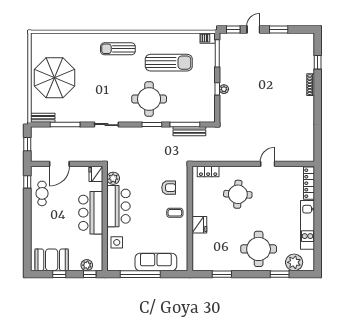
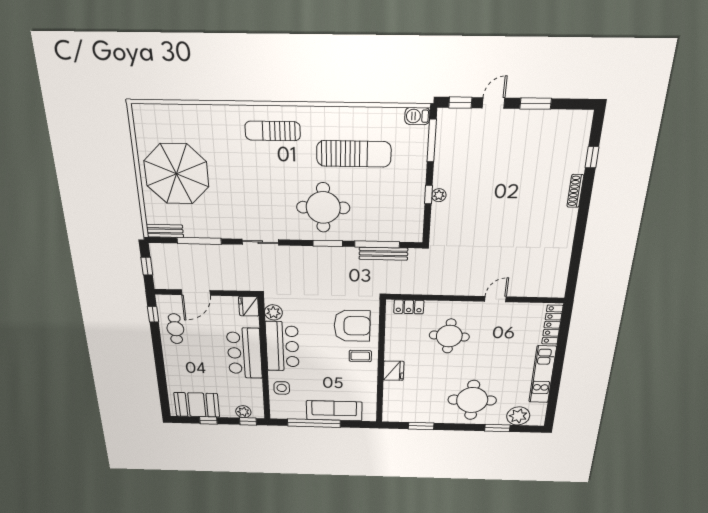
armchair: (169, 188) -> (352, 326), width x1.88, depth x1.88

